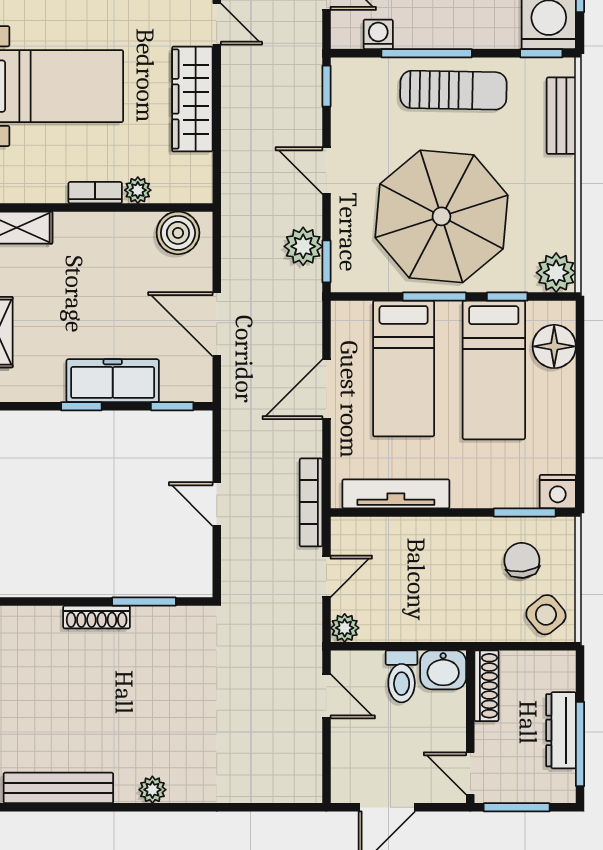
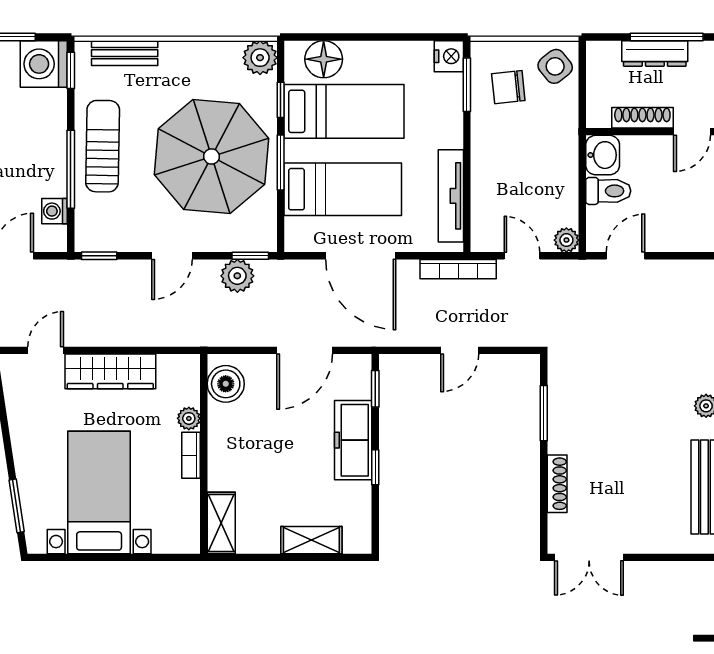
door: (326, 389) -> (361, 256), width x1.36
shoe rack: (97, 617) -> (557, 484), moved
shoe rack: (487, 686) -> (642, 118), moved

